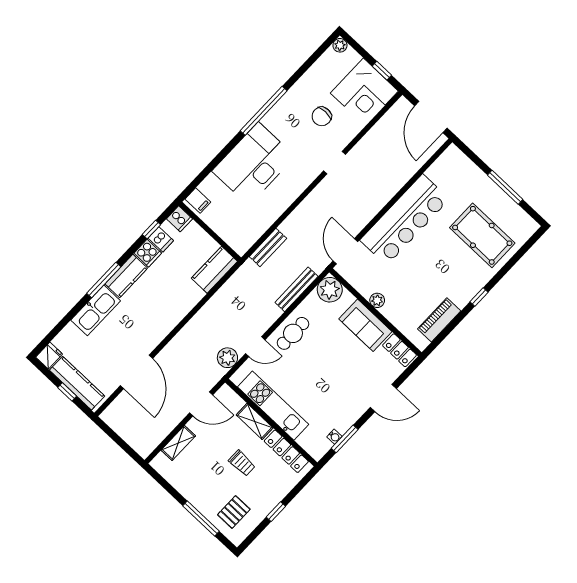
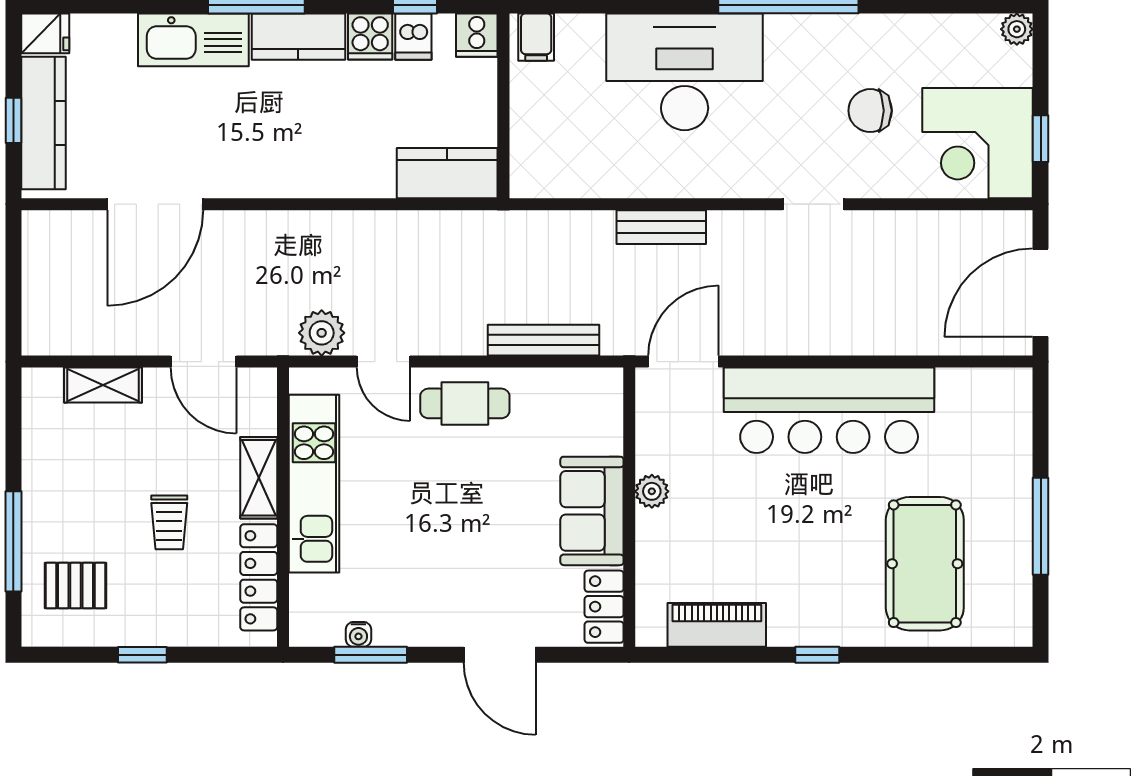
bench: (268, 247) -> (661, 227), moved
plant: (330, 290) -> (595, 396), removed

